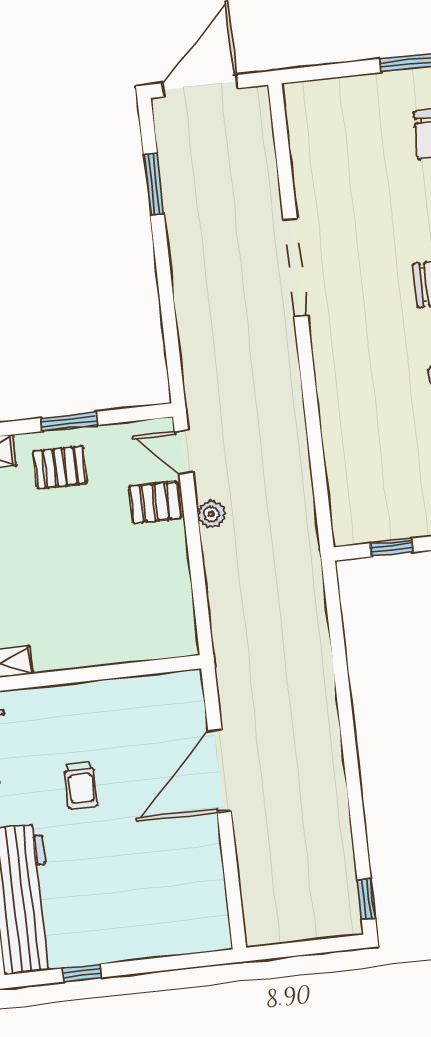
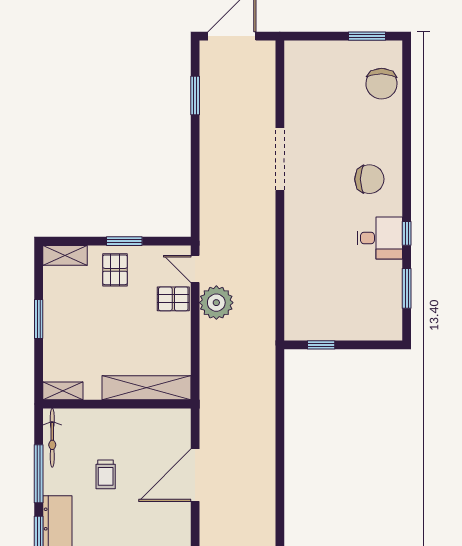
pallet: (60, 467) -> (115, 270), turned 90
plant: (211, 514) -> (216, 303), width x1.88, depth x1.88
shelving: (129, 644) -> (147, 388), added

